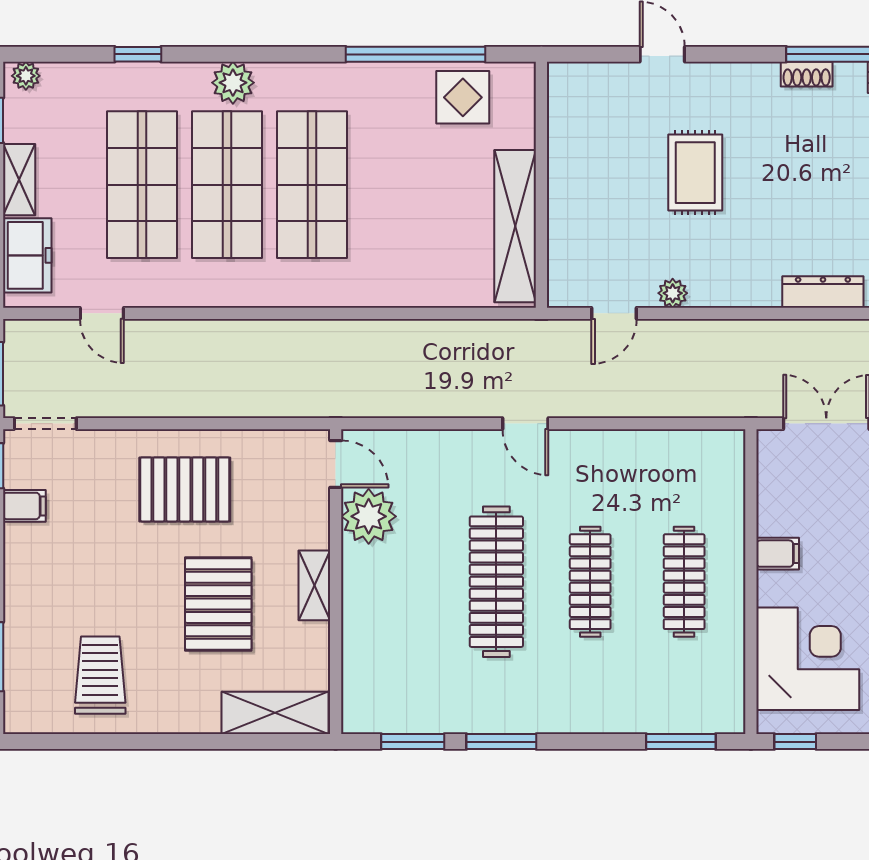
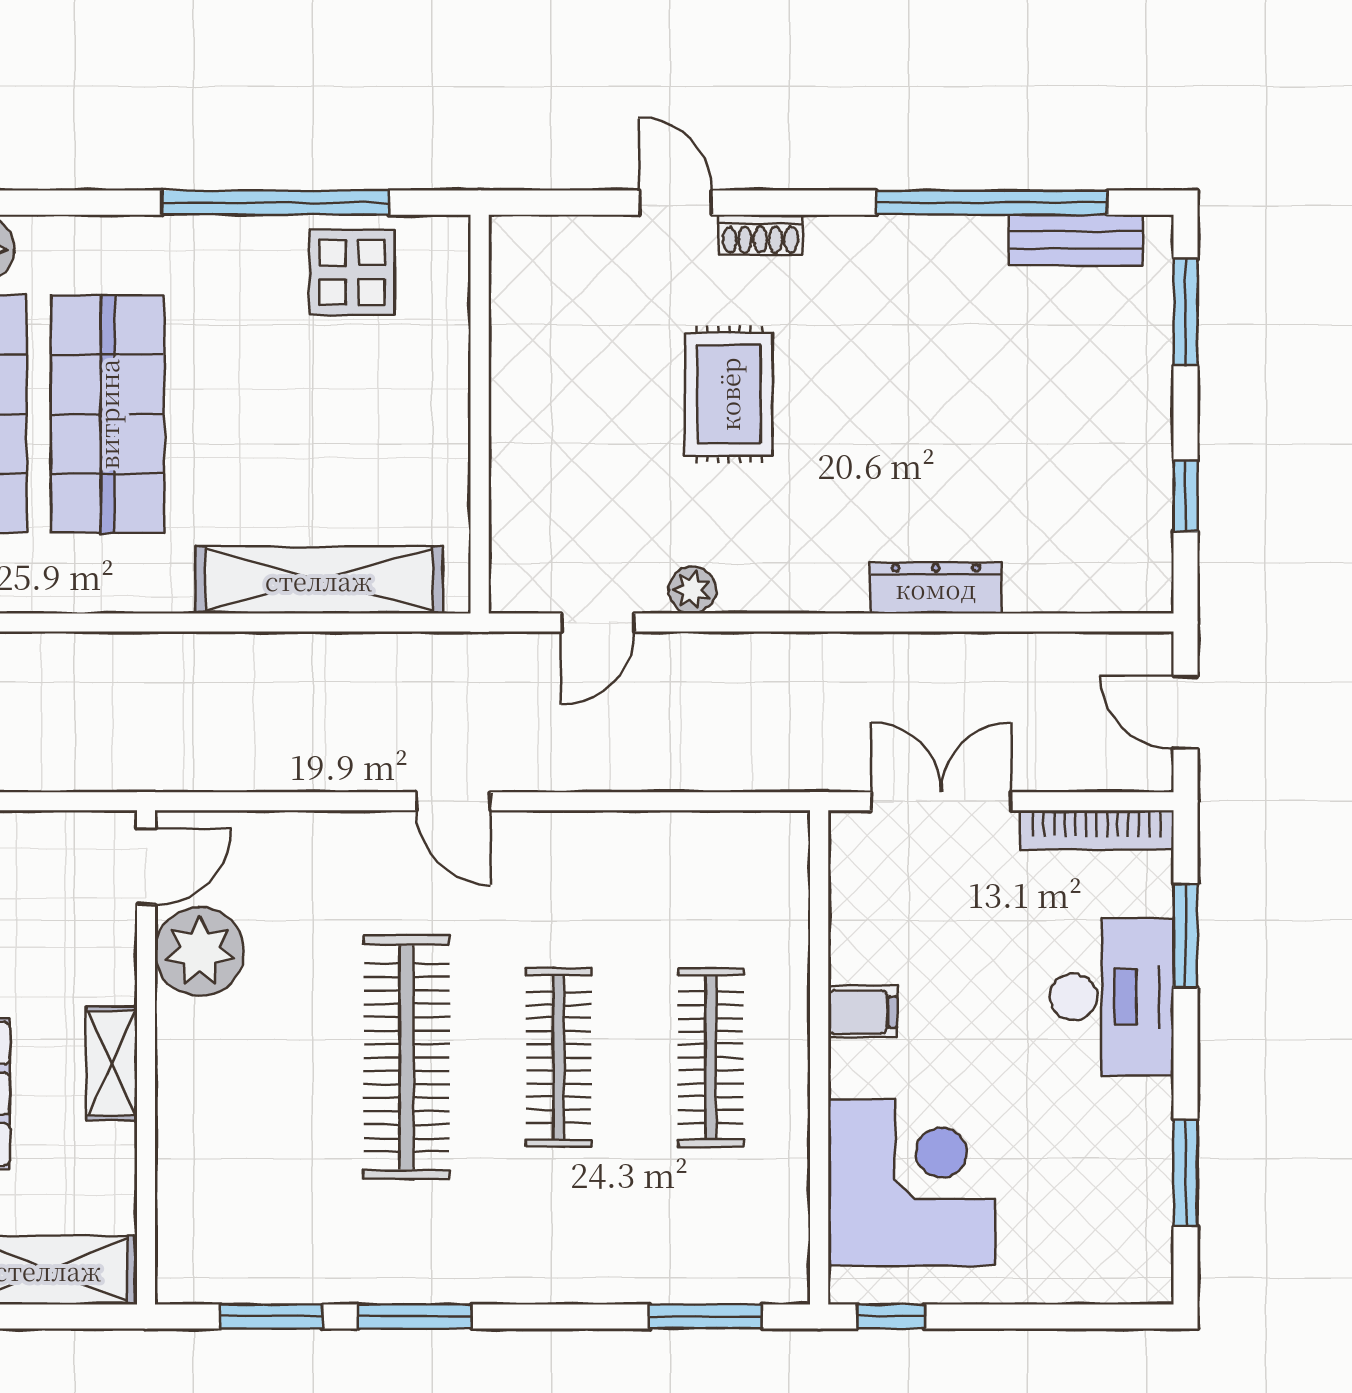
shoe rack: (807, 74) -> (760, 235), moved
shelving: (515, 226) -> (319, 580), moved, turned 90
door: (336, 464) -> (146, 867), hinge flipped

